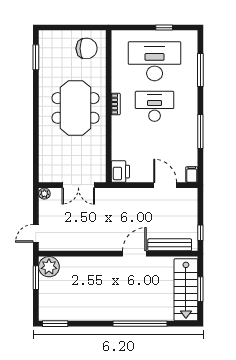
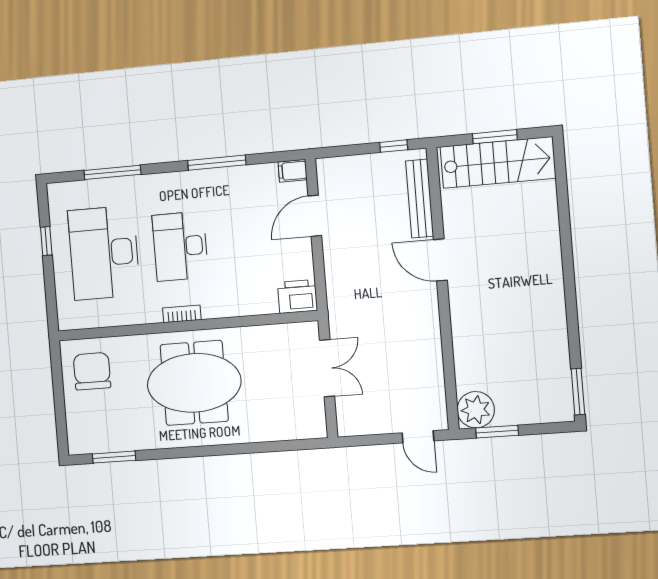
plant: (44, 194) -> (347, 427), removed
window: (140, 324) -> (566, 239), removed

